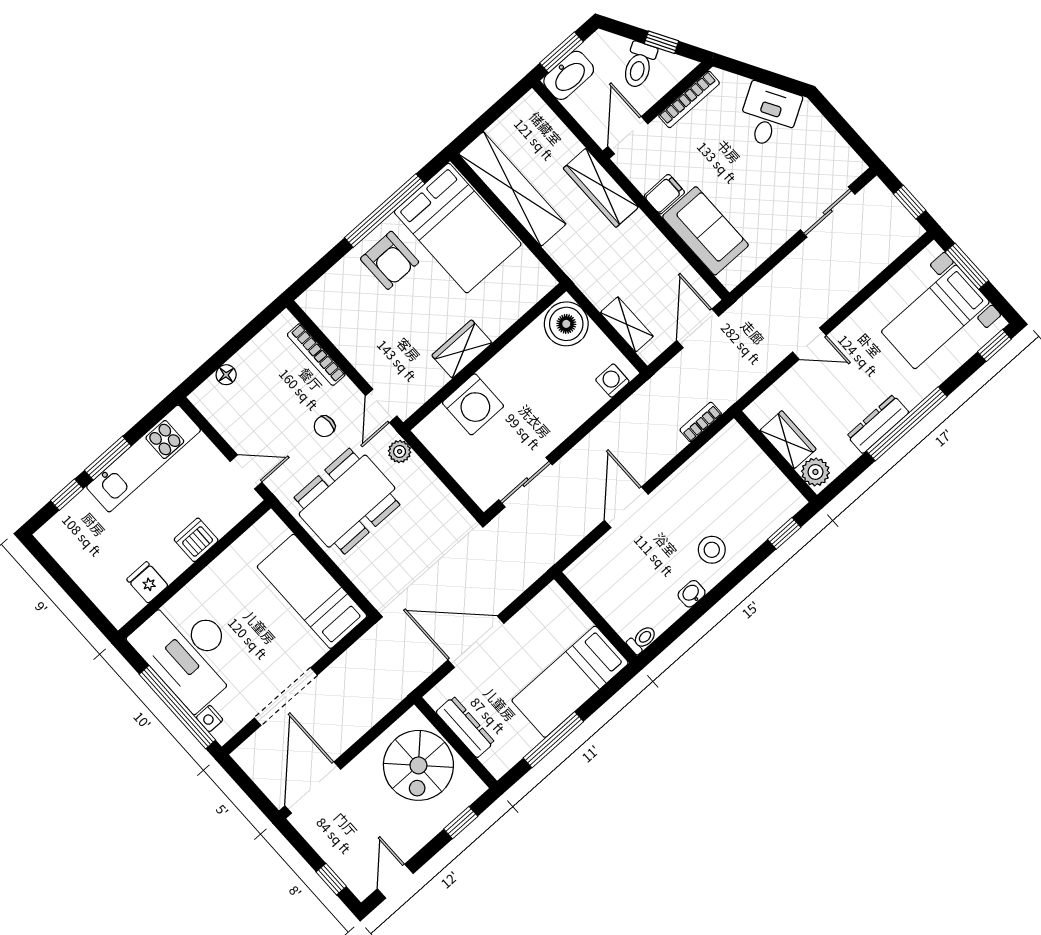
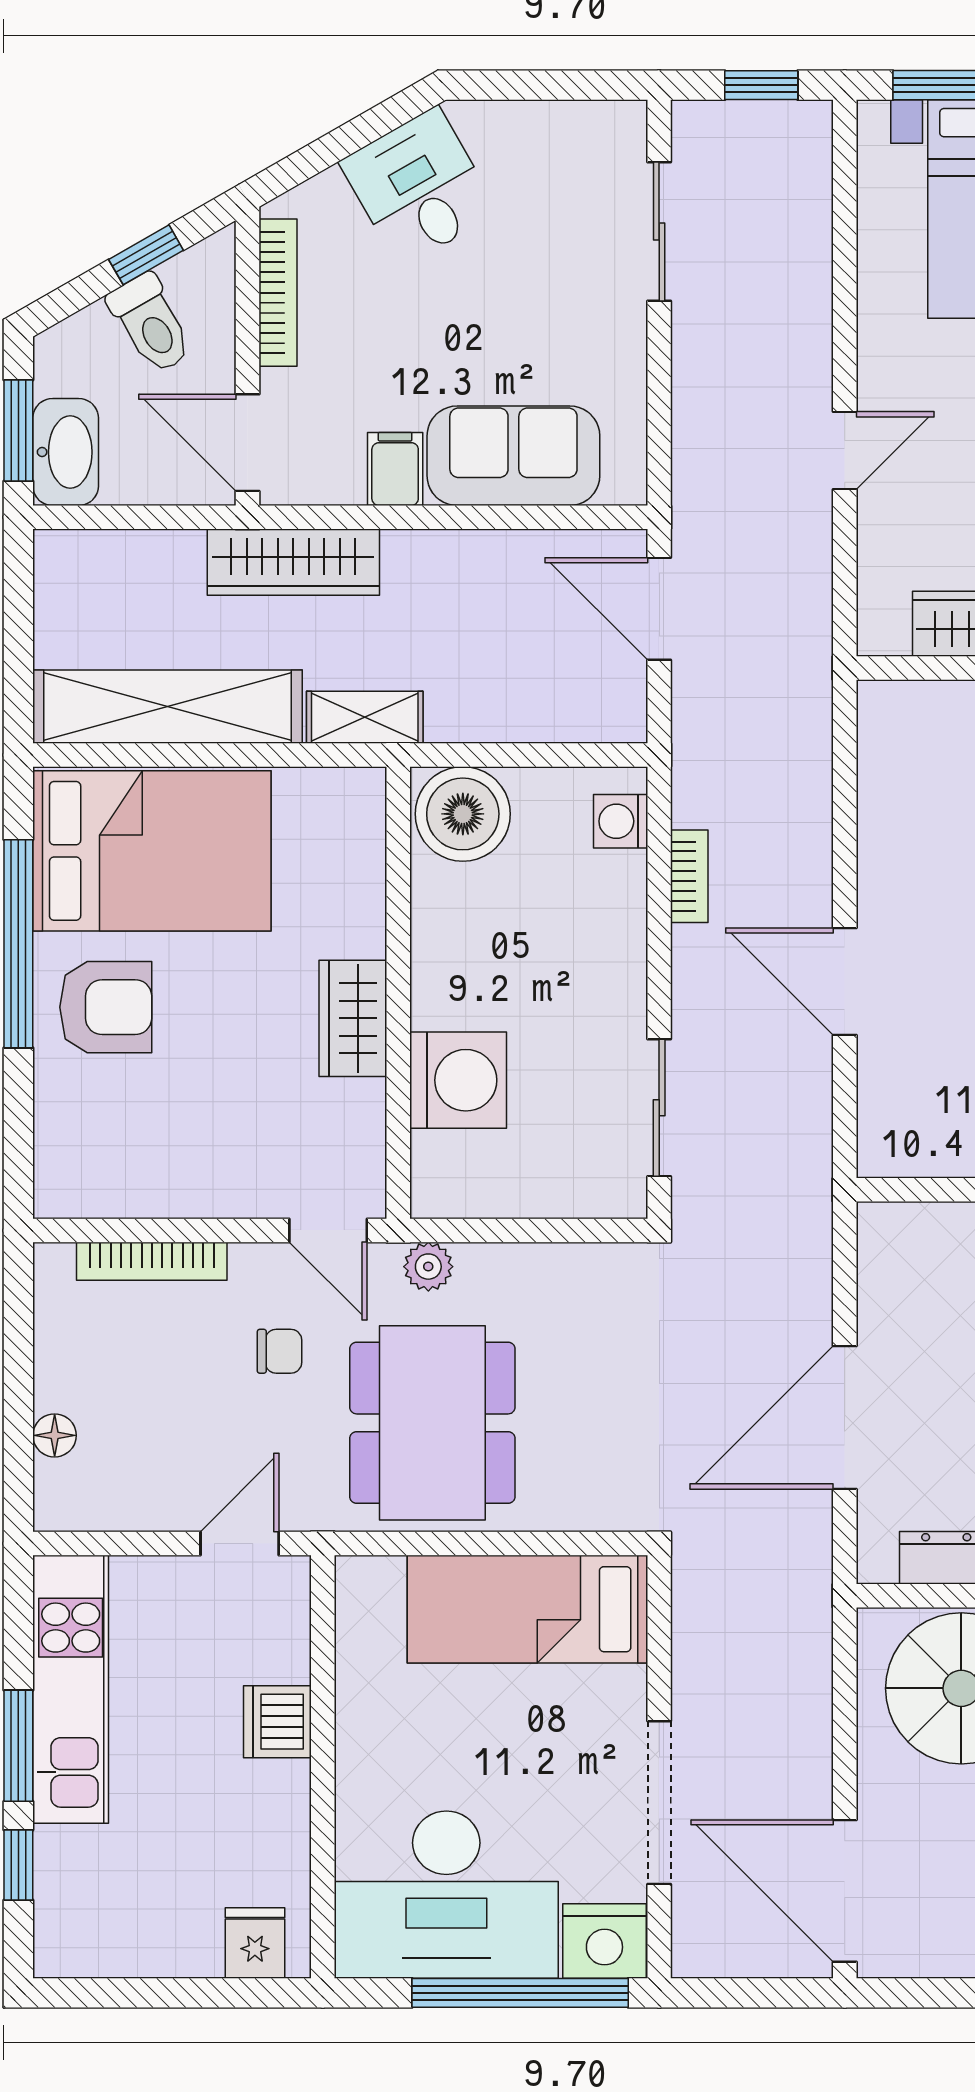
shelving: (627, 324) -> (365, 717), moved
bookcase: (701, 422) -> (689, 876), moved, turned 180
chair: (324, 426) -> (279, 1351), turned -90
fridge: (147, 582) -> (255, 1943), moved, turned 90
nightstand: (210, 719) -> (604, 1941), width x1.89, depth x1.79

